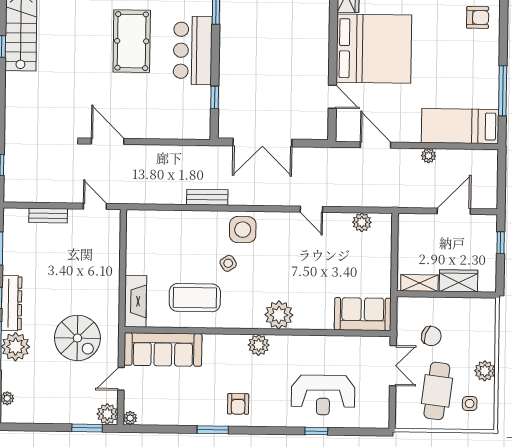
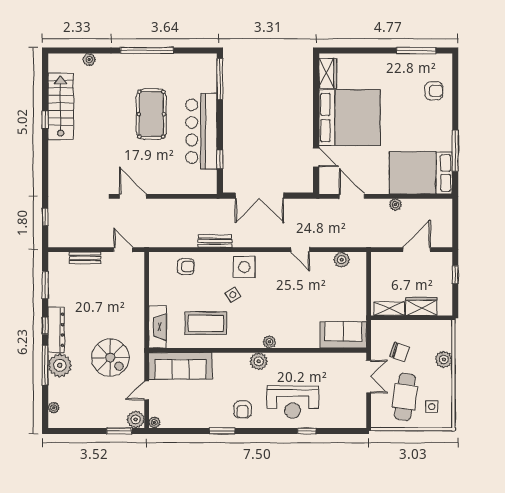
bar counter: (193, 50) -> (201, 131), width x1.36
bed: (460, 126) -> (421, 173), width x1.50
armchair: (171, 228) -> (186, 266), added
plant: (279, 315) -> (269, 342), width x0.53, depth x0.53
plant: (485, 371) -> (444, 359), moved
reception desk: (323, 395) -> (293, 402), moved

